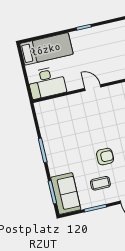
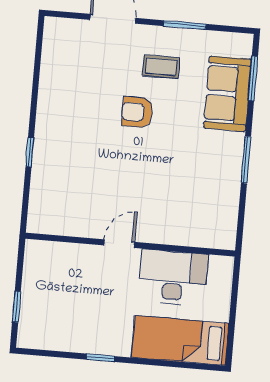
desk: (47, 82) -> (173, 277), moved
door: (93, 88) -> (119, 244), swing flipped
sofa: (66, 194) -> (227, 94), moved

